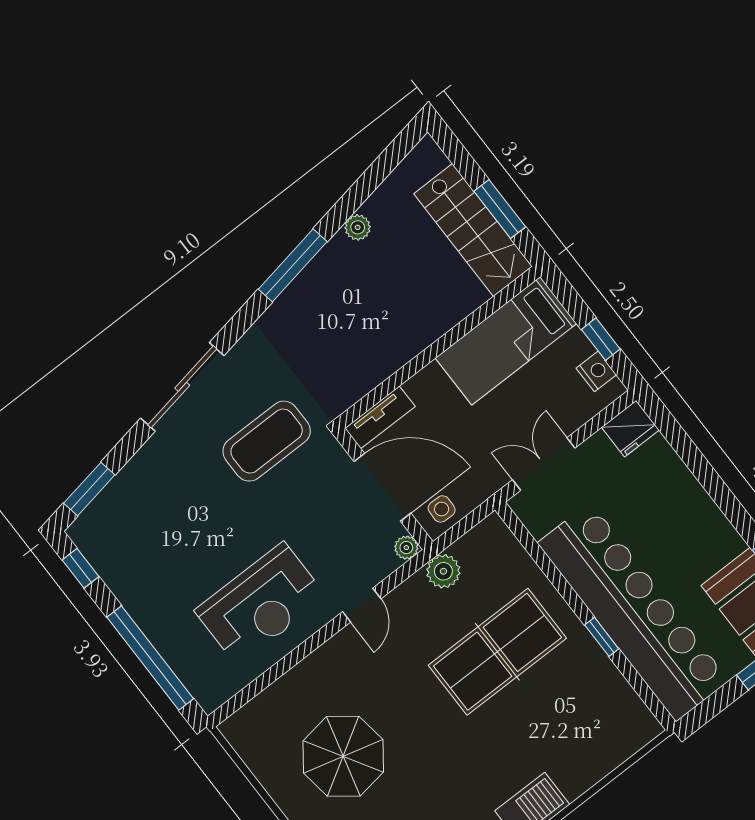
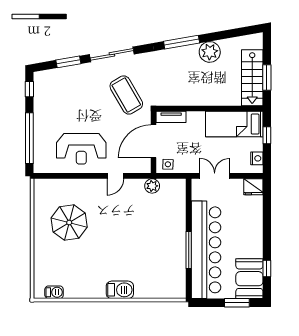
plant: (358, 227) -> (210, 52), width x1.87, depth x1.87
window: (601, 339) -> (267, 135), moved
coffee table: (267, 441) -> (126, 95), turned 60
door: (382, 487) -> (154, 141), swing flipped
window: (89, 489) -> (68, 62), moved
plant: (406, 548) -> (146, 168), removed
window: (602, 637) -> (189, 250), width x2.17
table tennis table: (497, 652) -> (149, 228), removed

